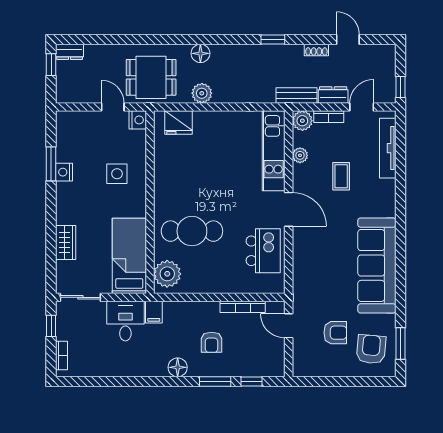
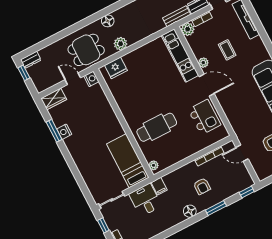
plant: (300, 155) -> (203, 63), moved
side table: (117, 174) -> (96, 117), removed
wardrobe: (66, 242) -> (54, 99), moved, turned 90
plant: (167, 274) -> (154, 165), width x0.53, depth x0.53
window: (252, 381) -> (247, 192), moved

